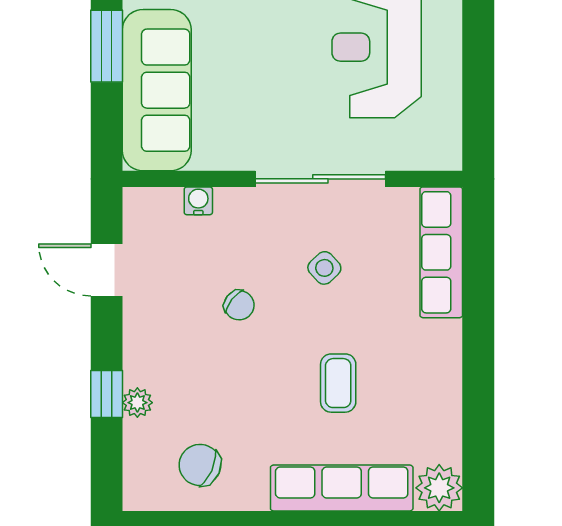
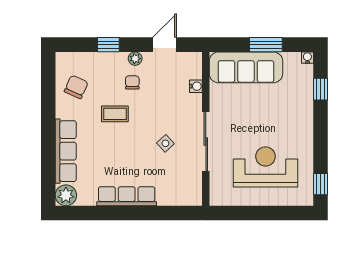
row of seats: (441, 252) -> (127, 196), moved
chair: (239, 305) -> (132, 82), moved, turned 142
coffee table: (338, 383) -> (115, 114), moved
plant: (137, 403) -> (135, 59), moved

